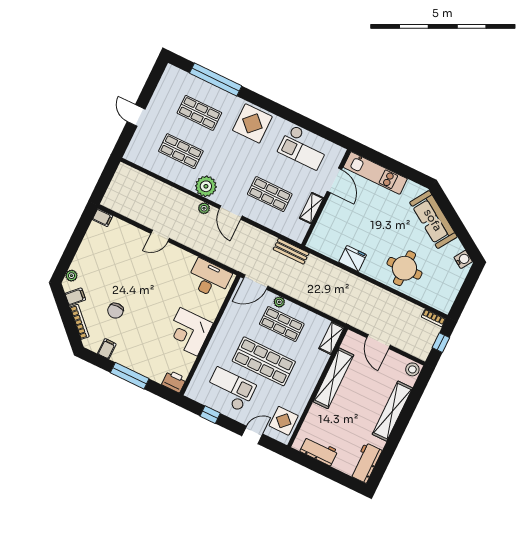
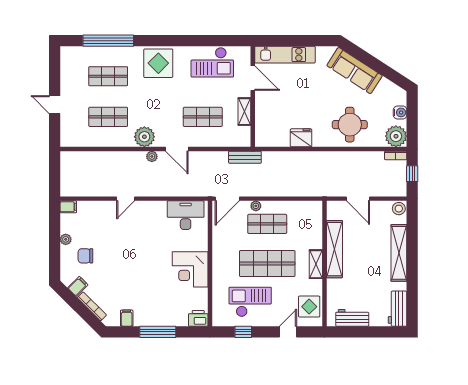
water cooler: (463, 259) -> (400, 112), moved, turned 57
plant: (71, 276) -> (66, 239), moved
plant: (443, 300) -> (396, 136), added
chair: (115, 311) -> (85, 256), moved, turned 90
shelving: (331, 338) -> (316, 264), moved

